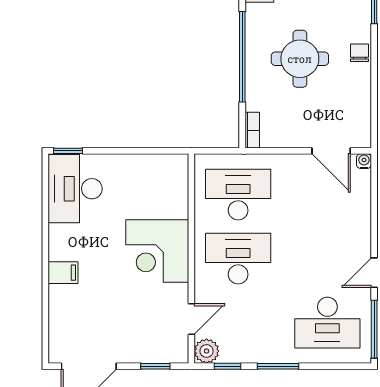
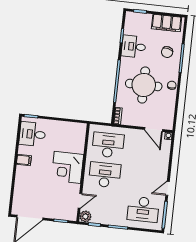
round table: (300, 59) -> (144, 85), width x1.36, depth x1.36
desk: (75, 189) -> (32, 134), width x0.73
filing cabinet: (63, 273) -> (24, 160), moved

